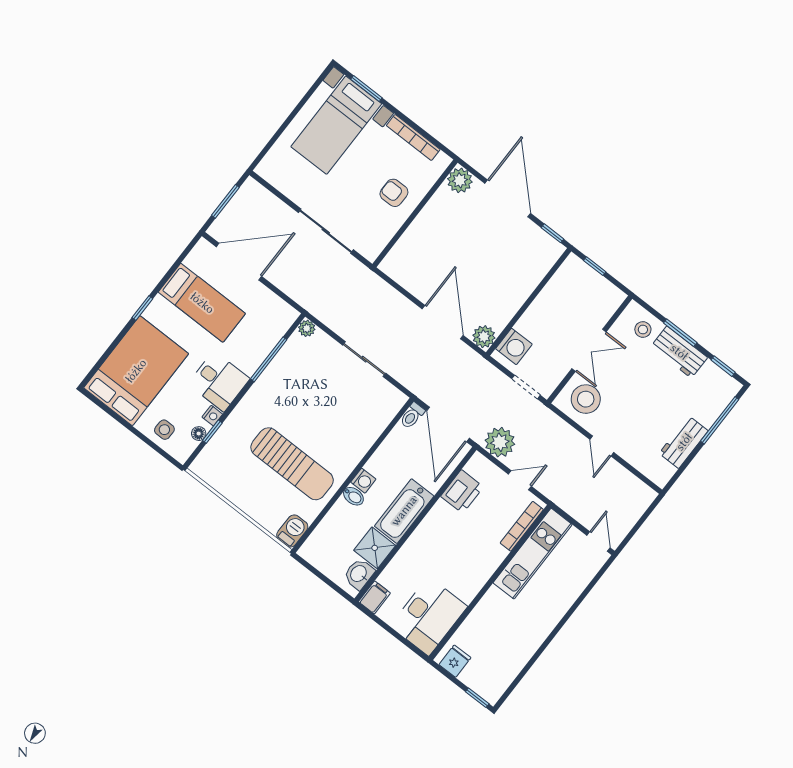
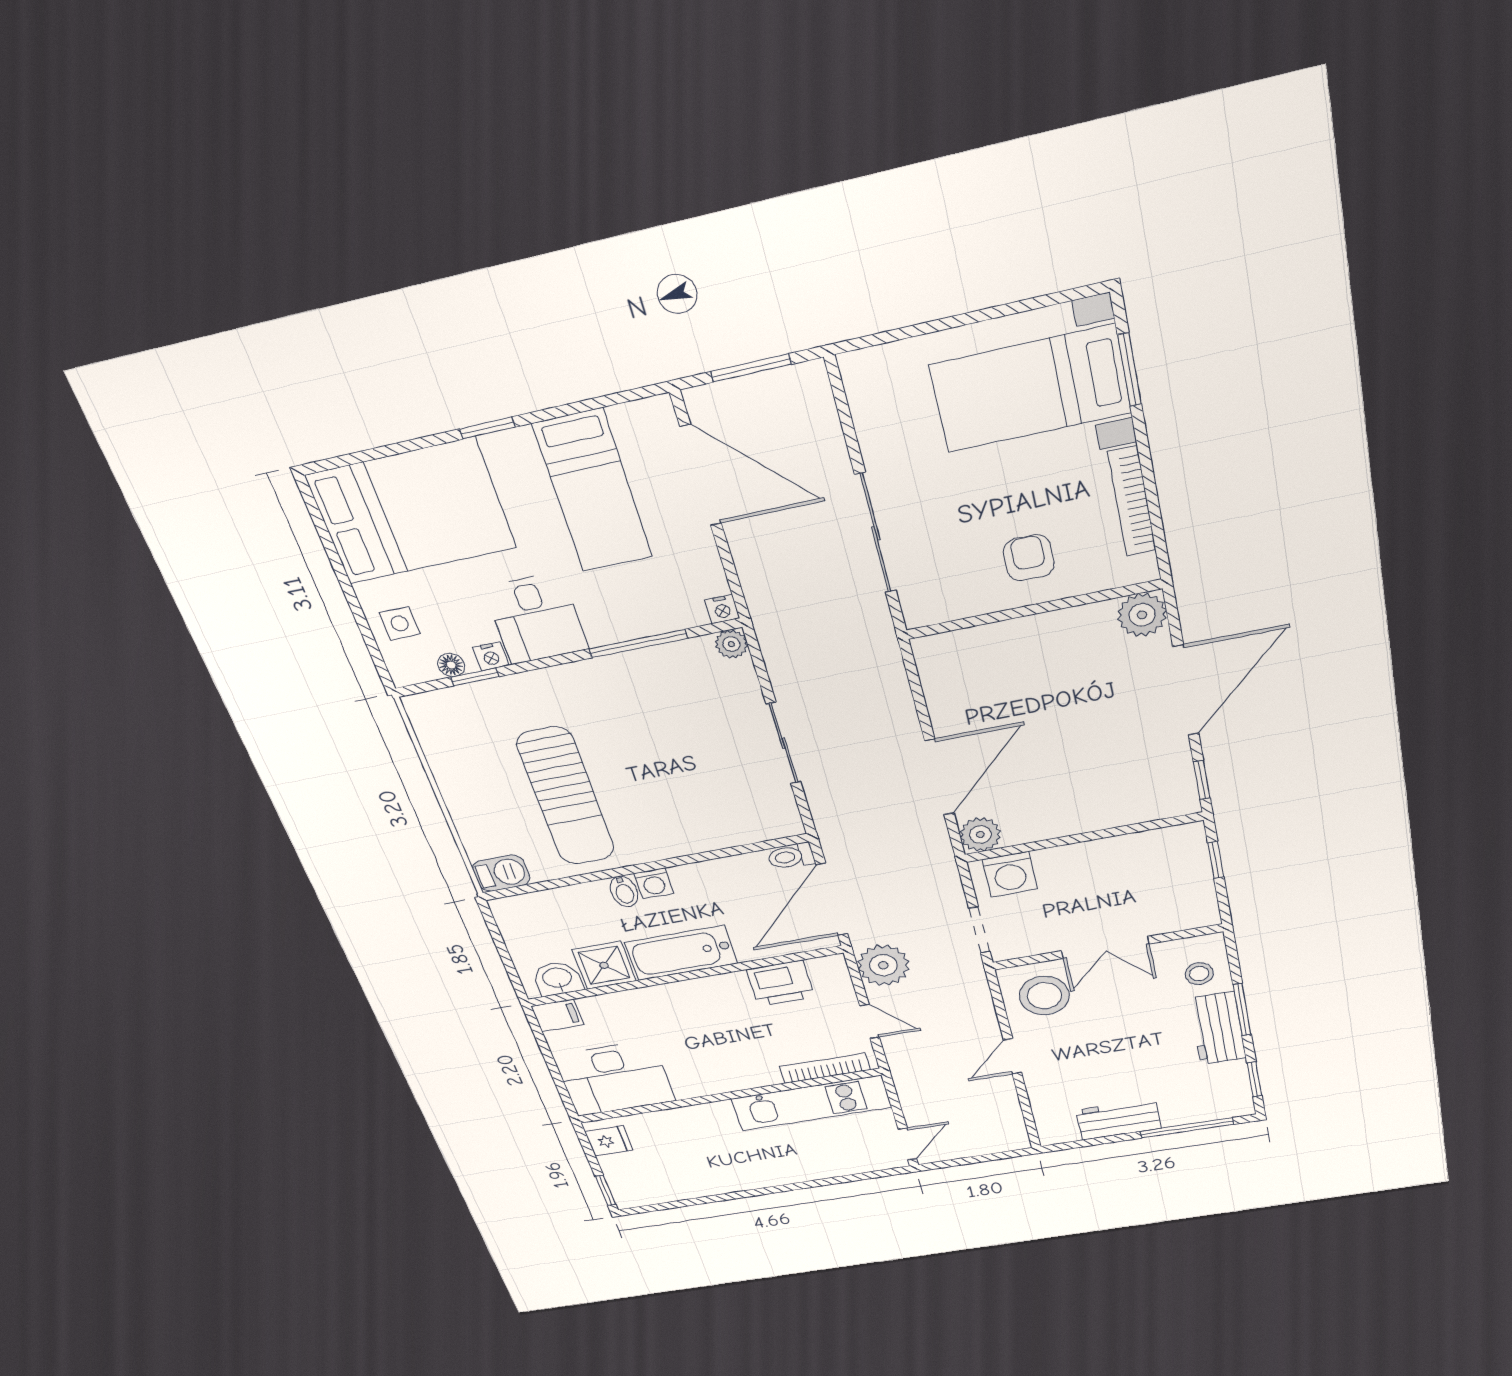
nightstand: (291, 315) -> (722, 609), added

